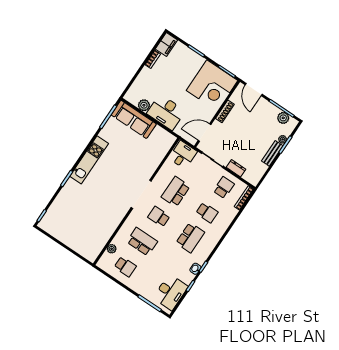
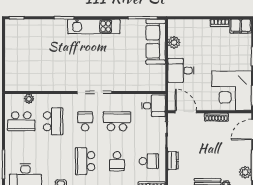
desk: (166, 112) -> (181, 71), width x0.73
school desk: (190, 238) -> (85, 161), turned 90
school desk: (125, 267) -> (21, 121), width x1.85

